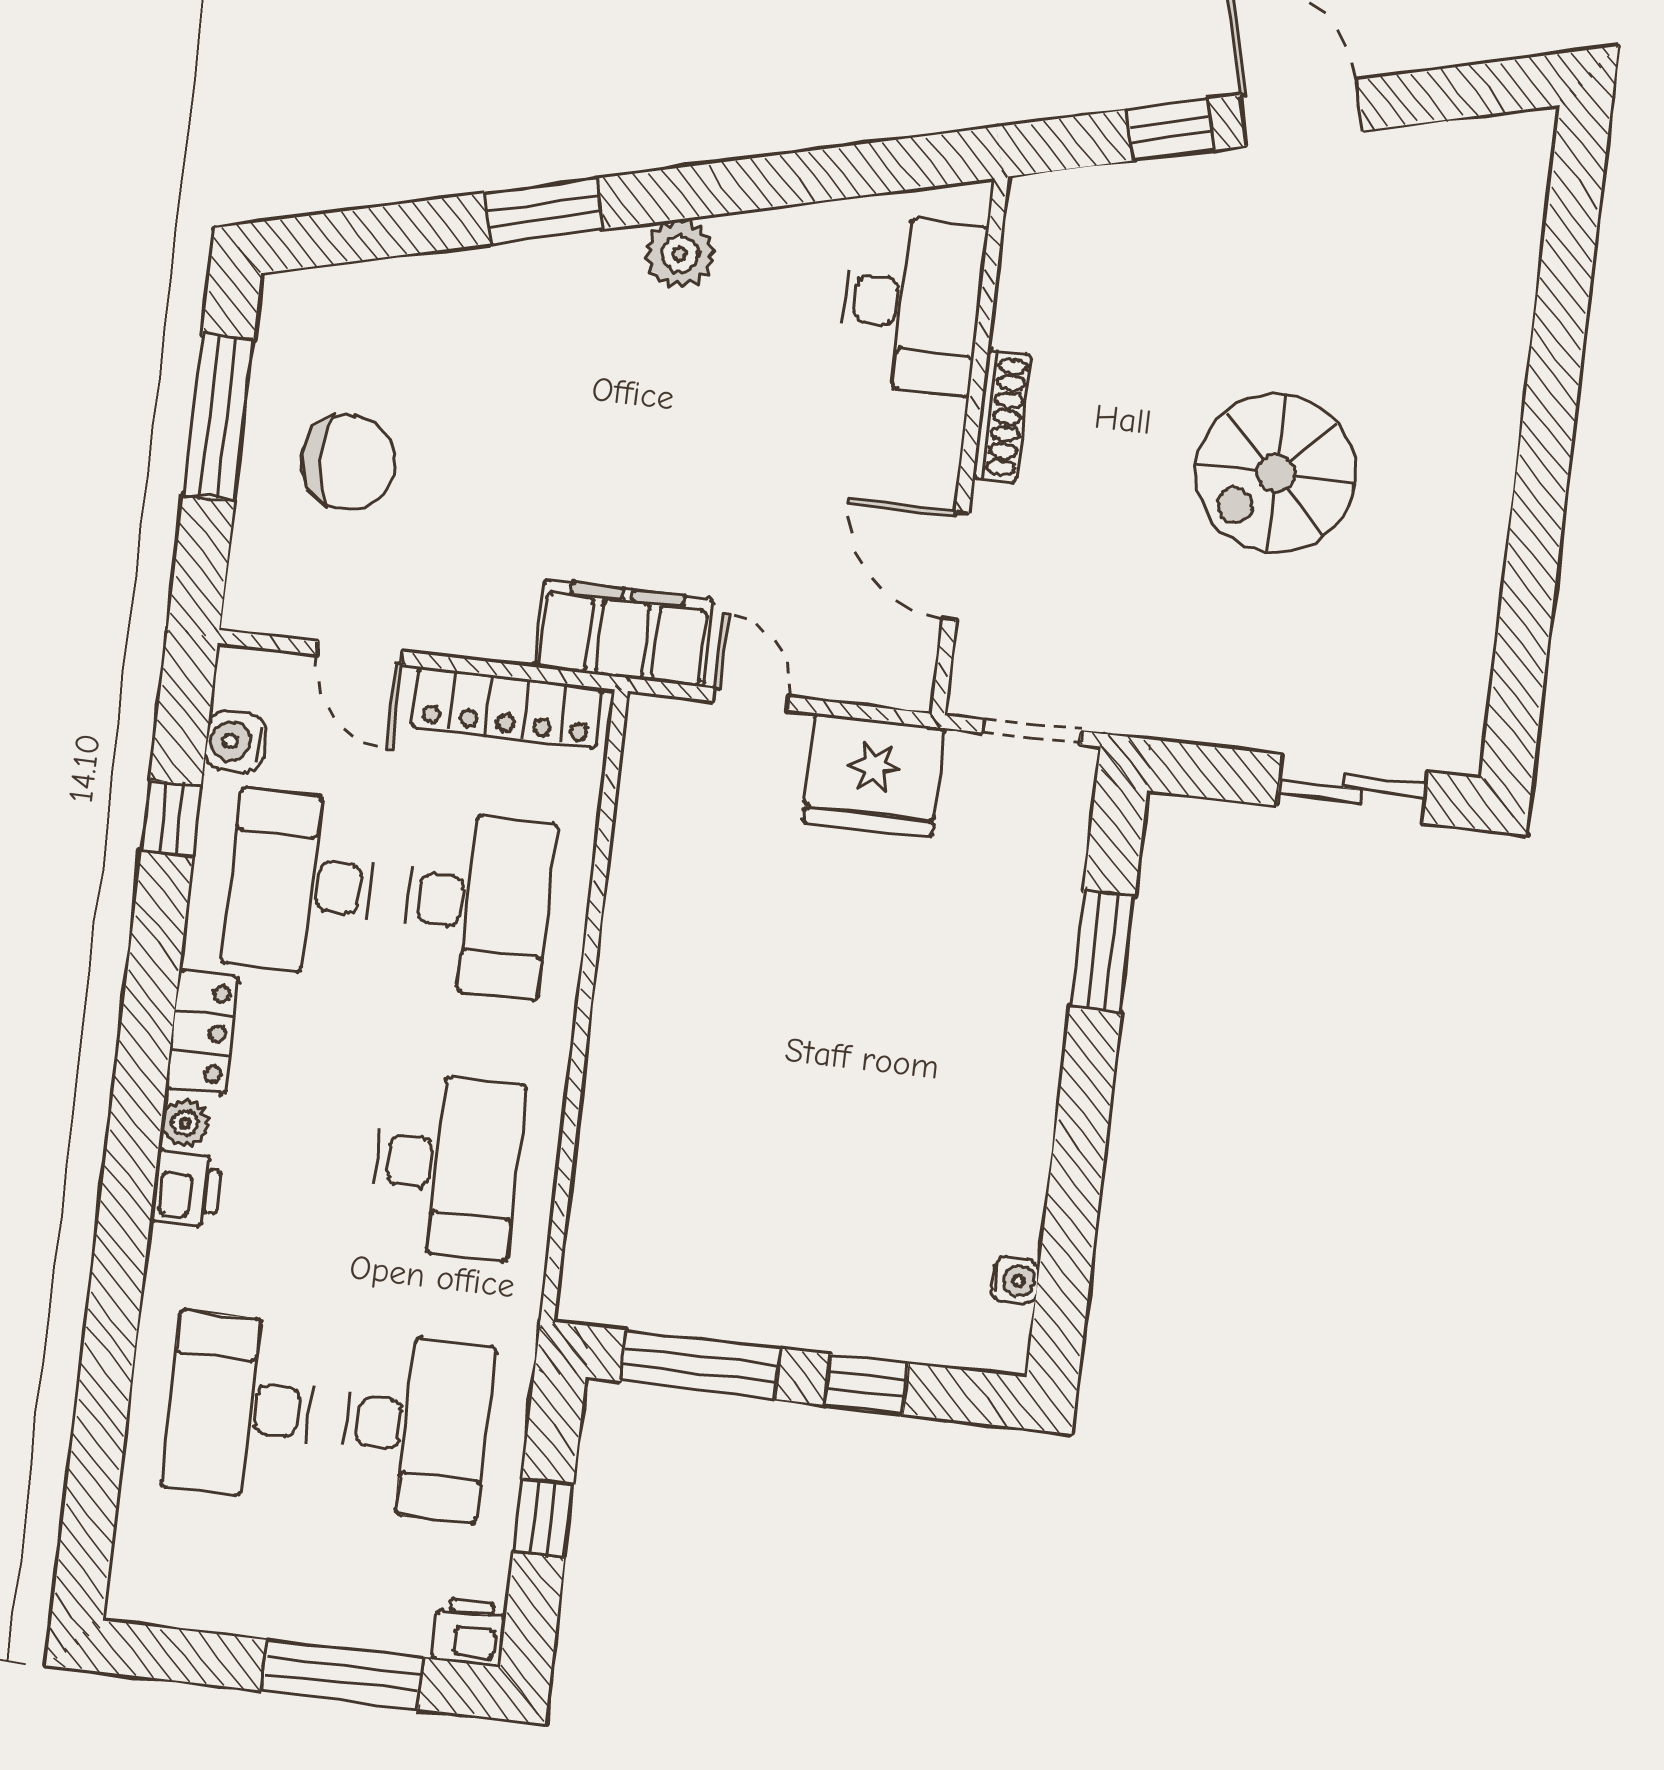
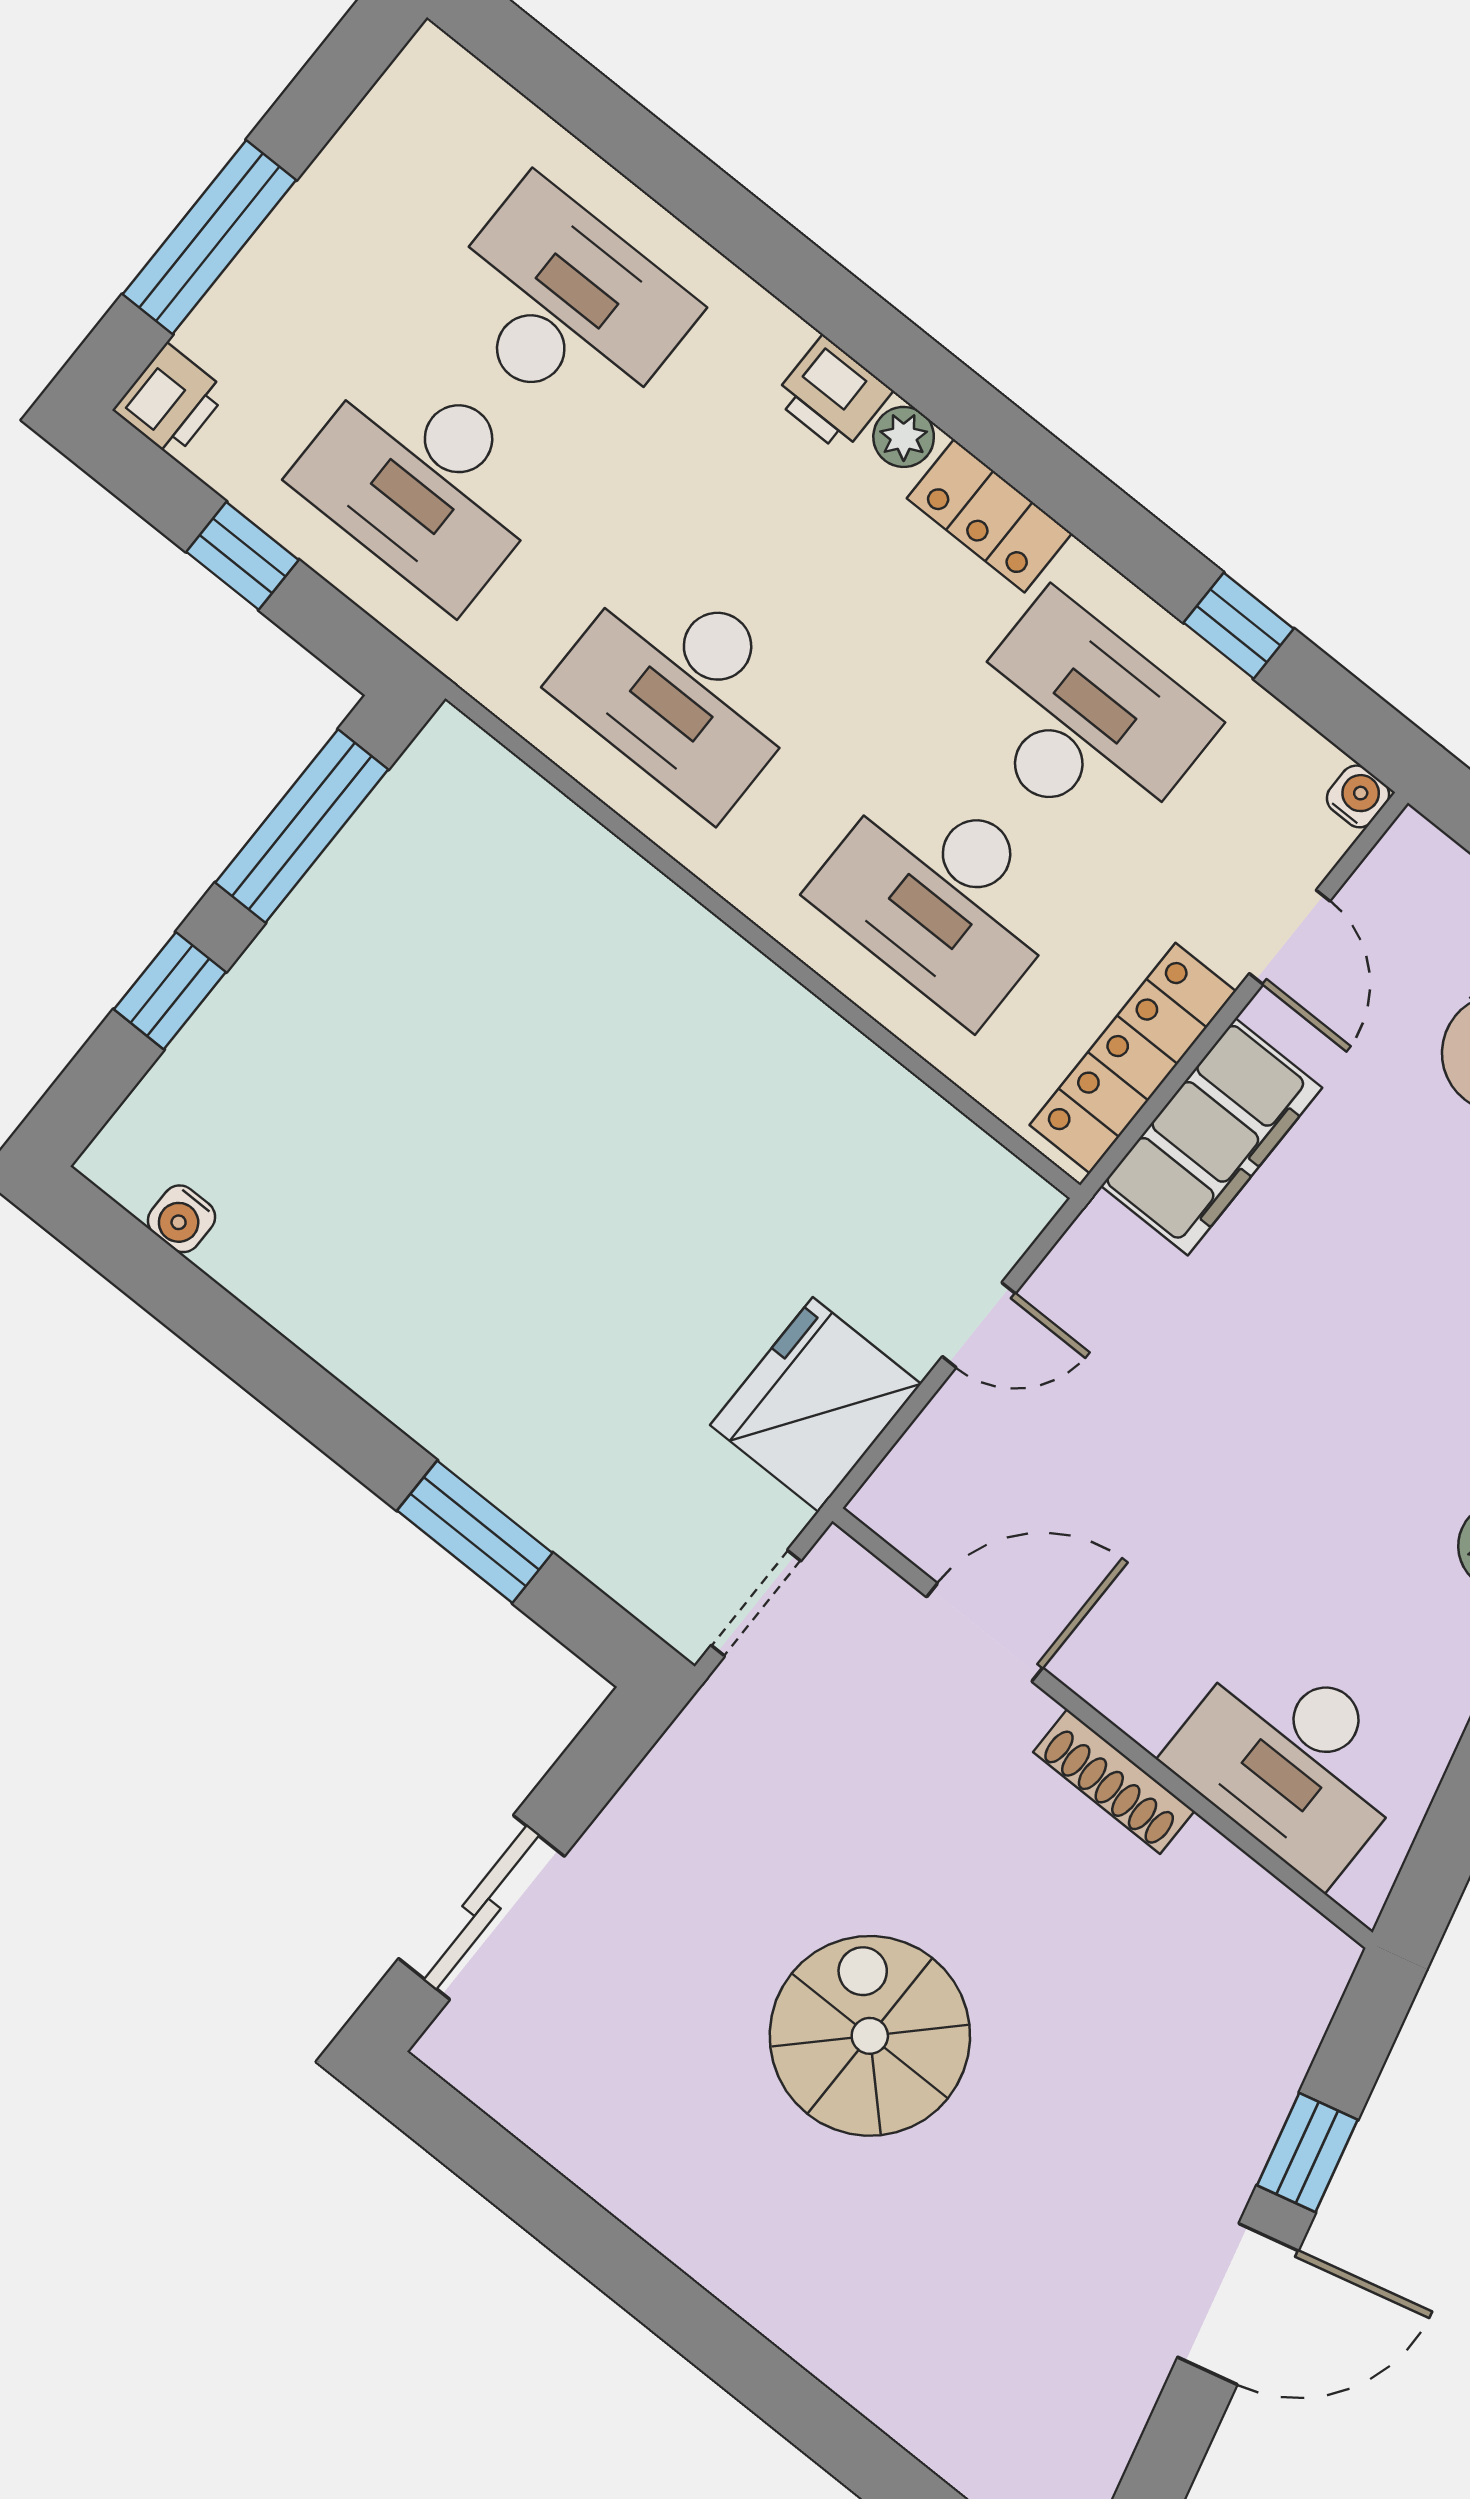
filing cabinet: (624, 633) -> (1211, 1137), moved
door: (360, 653) -> (1290, 937), swing flipped
water cooler: (235, 742) -> (1358, 796), moved, width x0.72, depth x0.72

